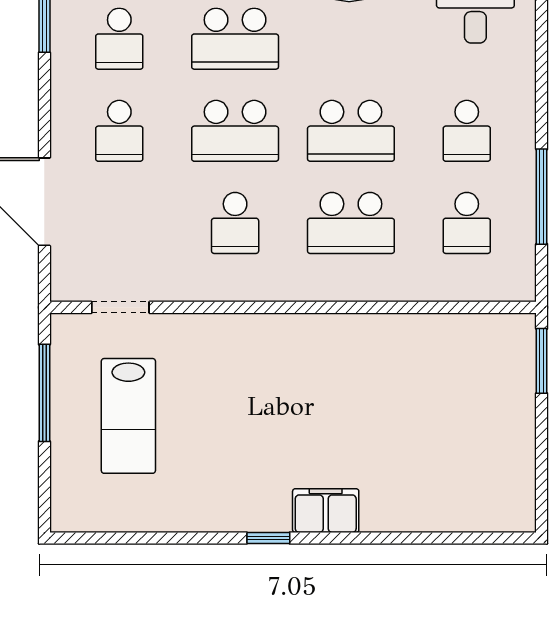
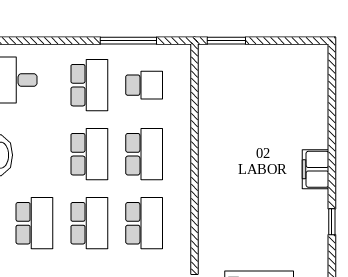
school desk: (467, 131) -> (89, 85), width x1.85
school desk: (235, 223) -> (144, 223), width x1.85
window: (268, 538) -> (332, 222), moved

